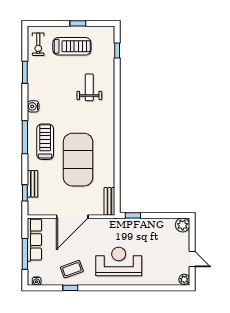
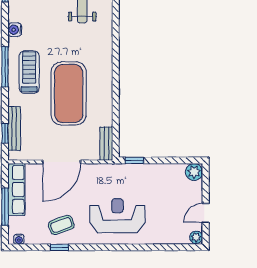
bench: (33, 184) -> (14, 128), width x1.36
door: (192, 259) -> (206, 213), swing flipped

